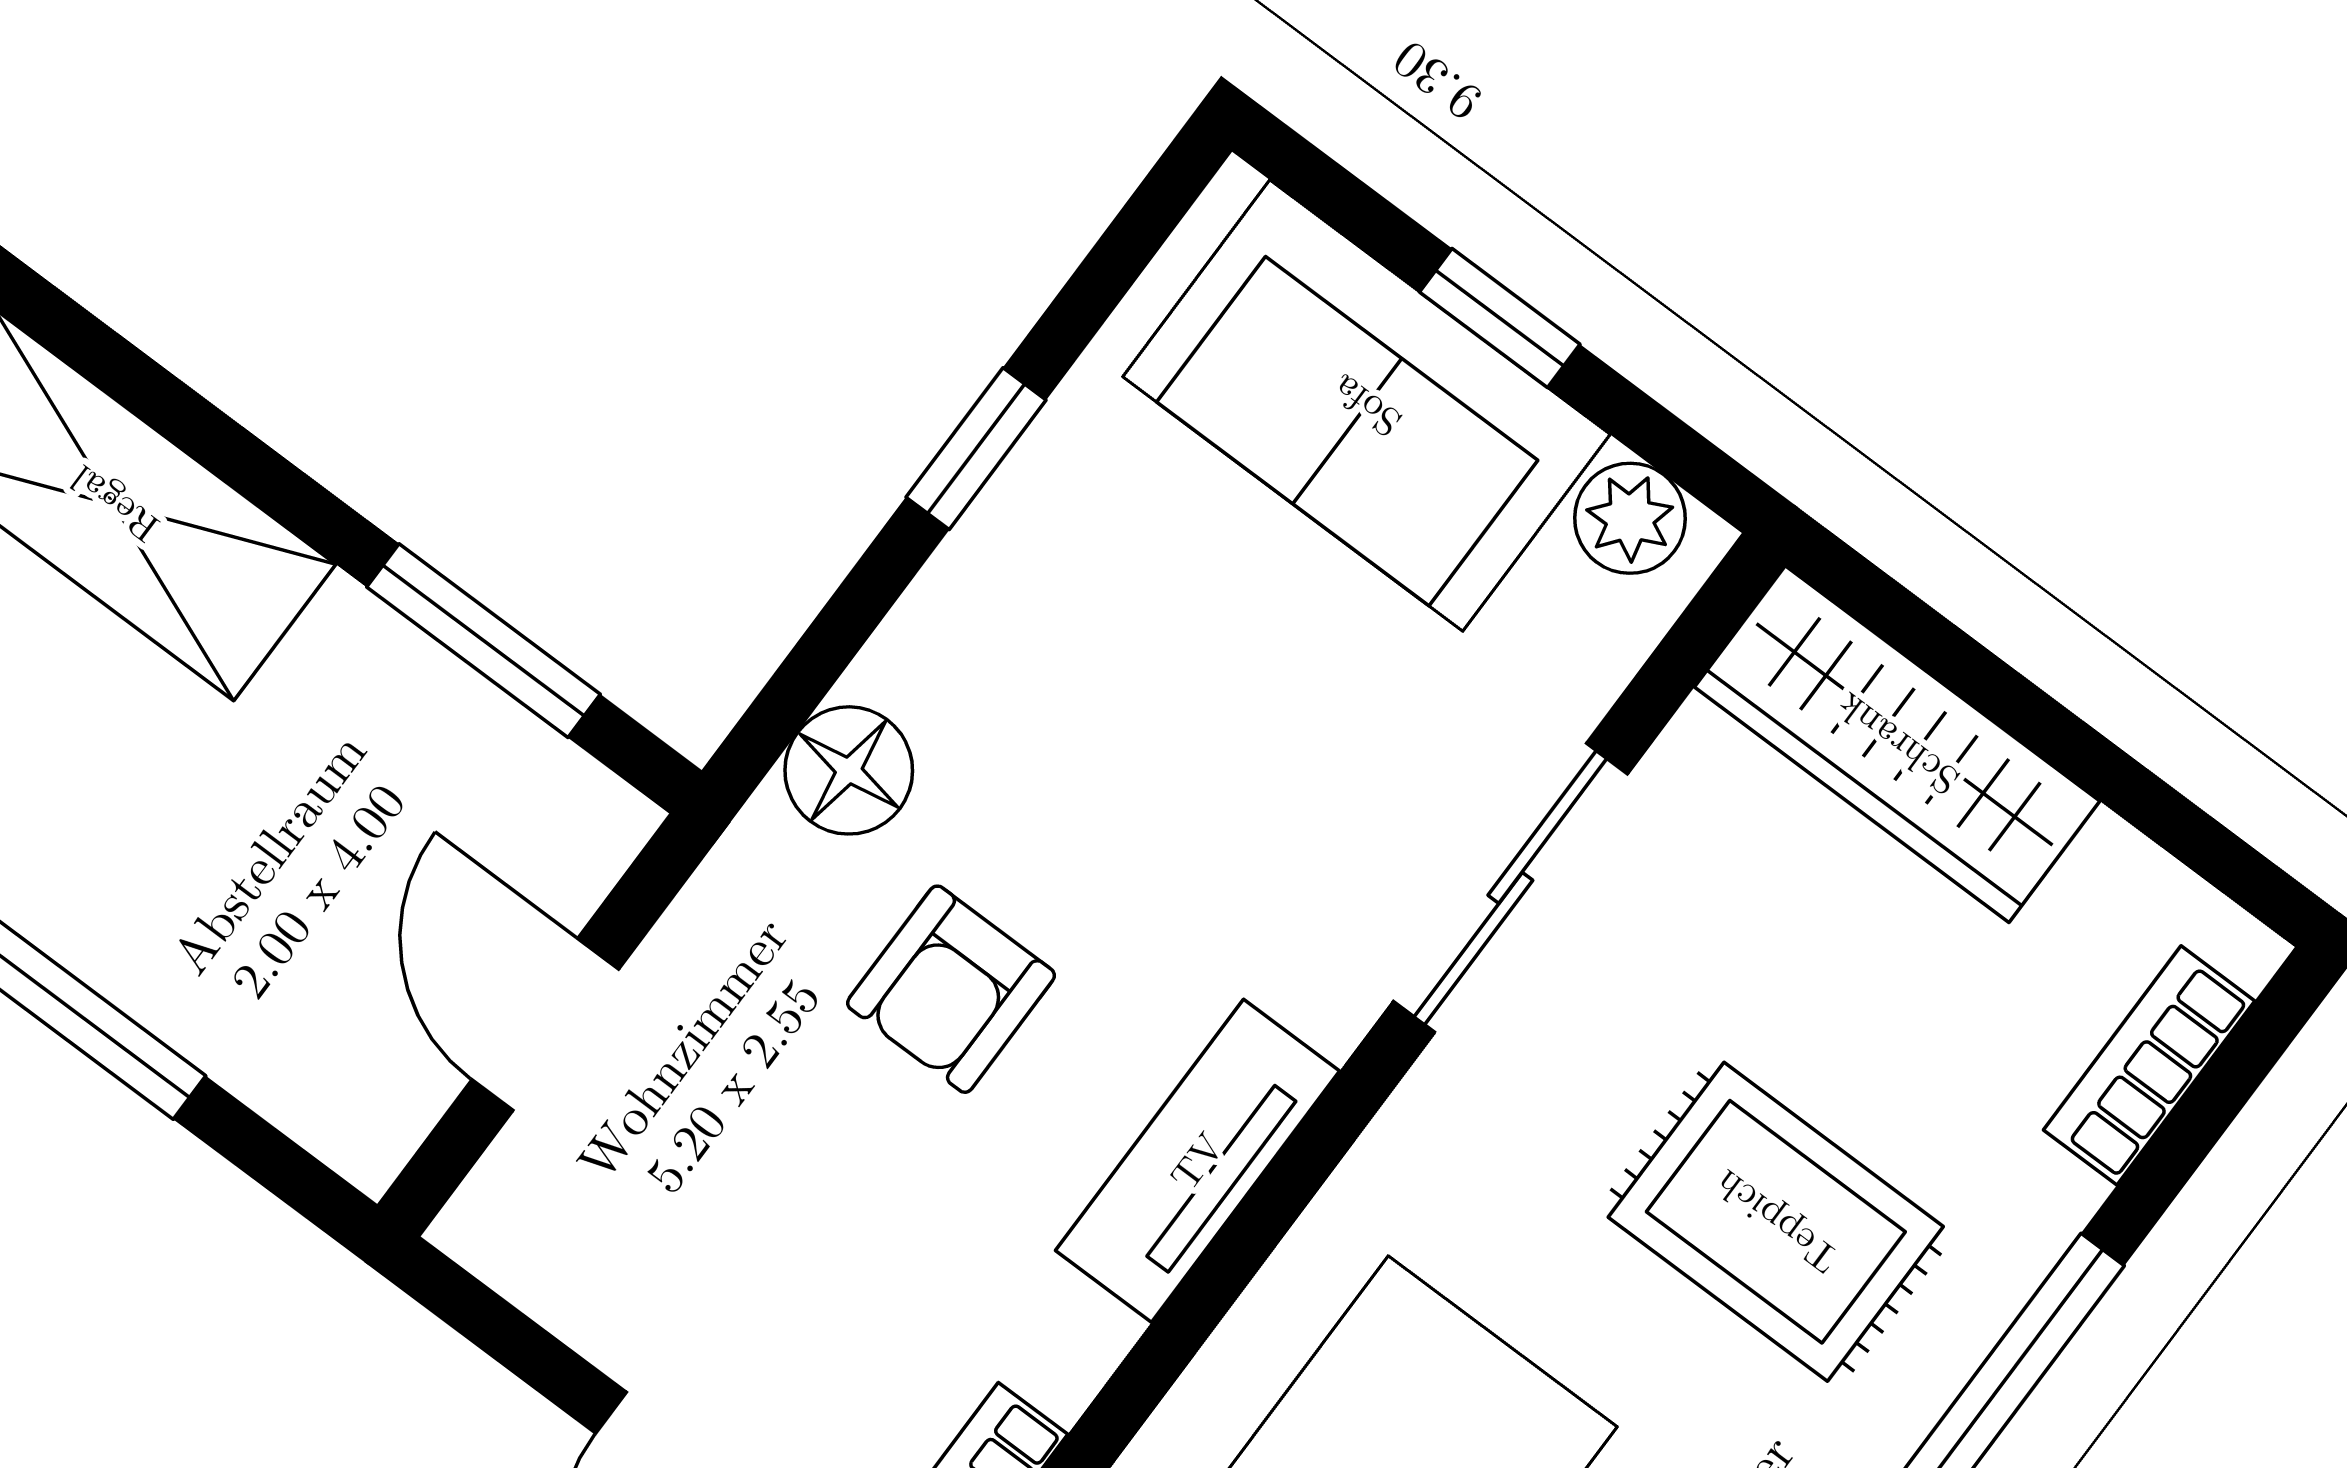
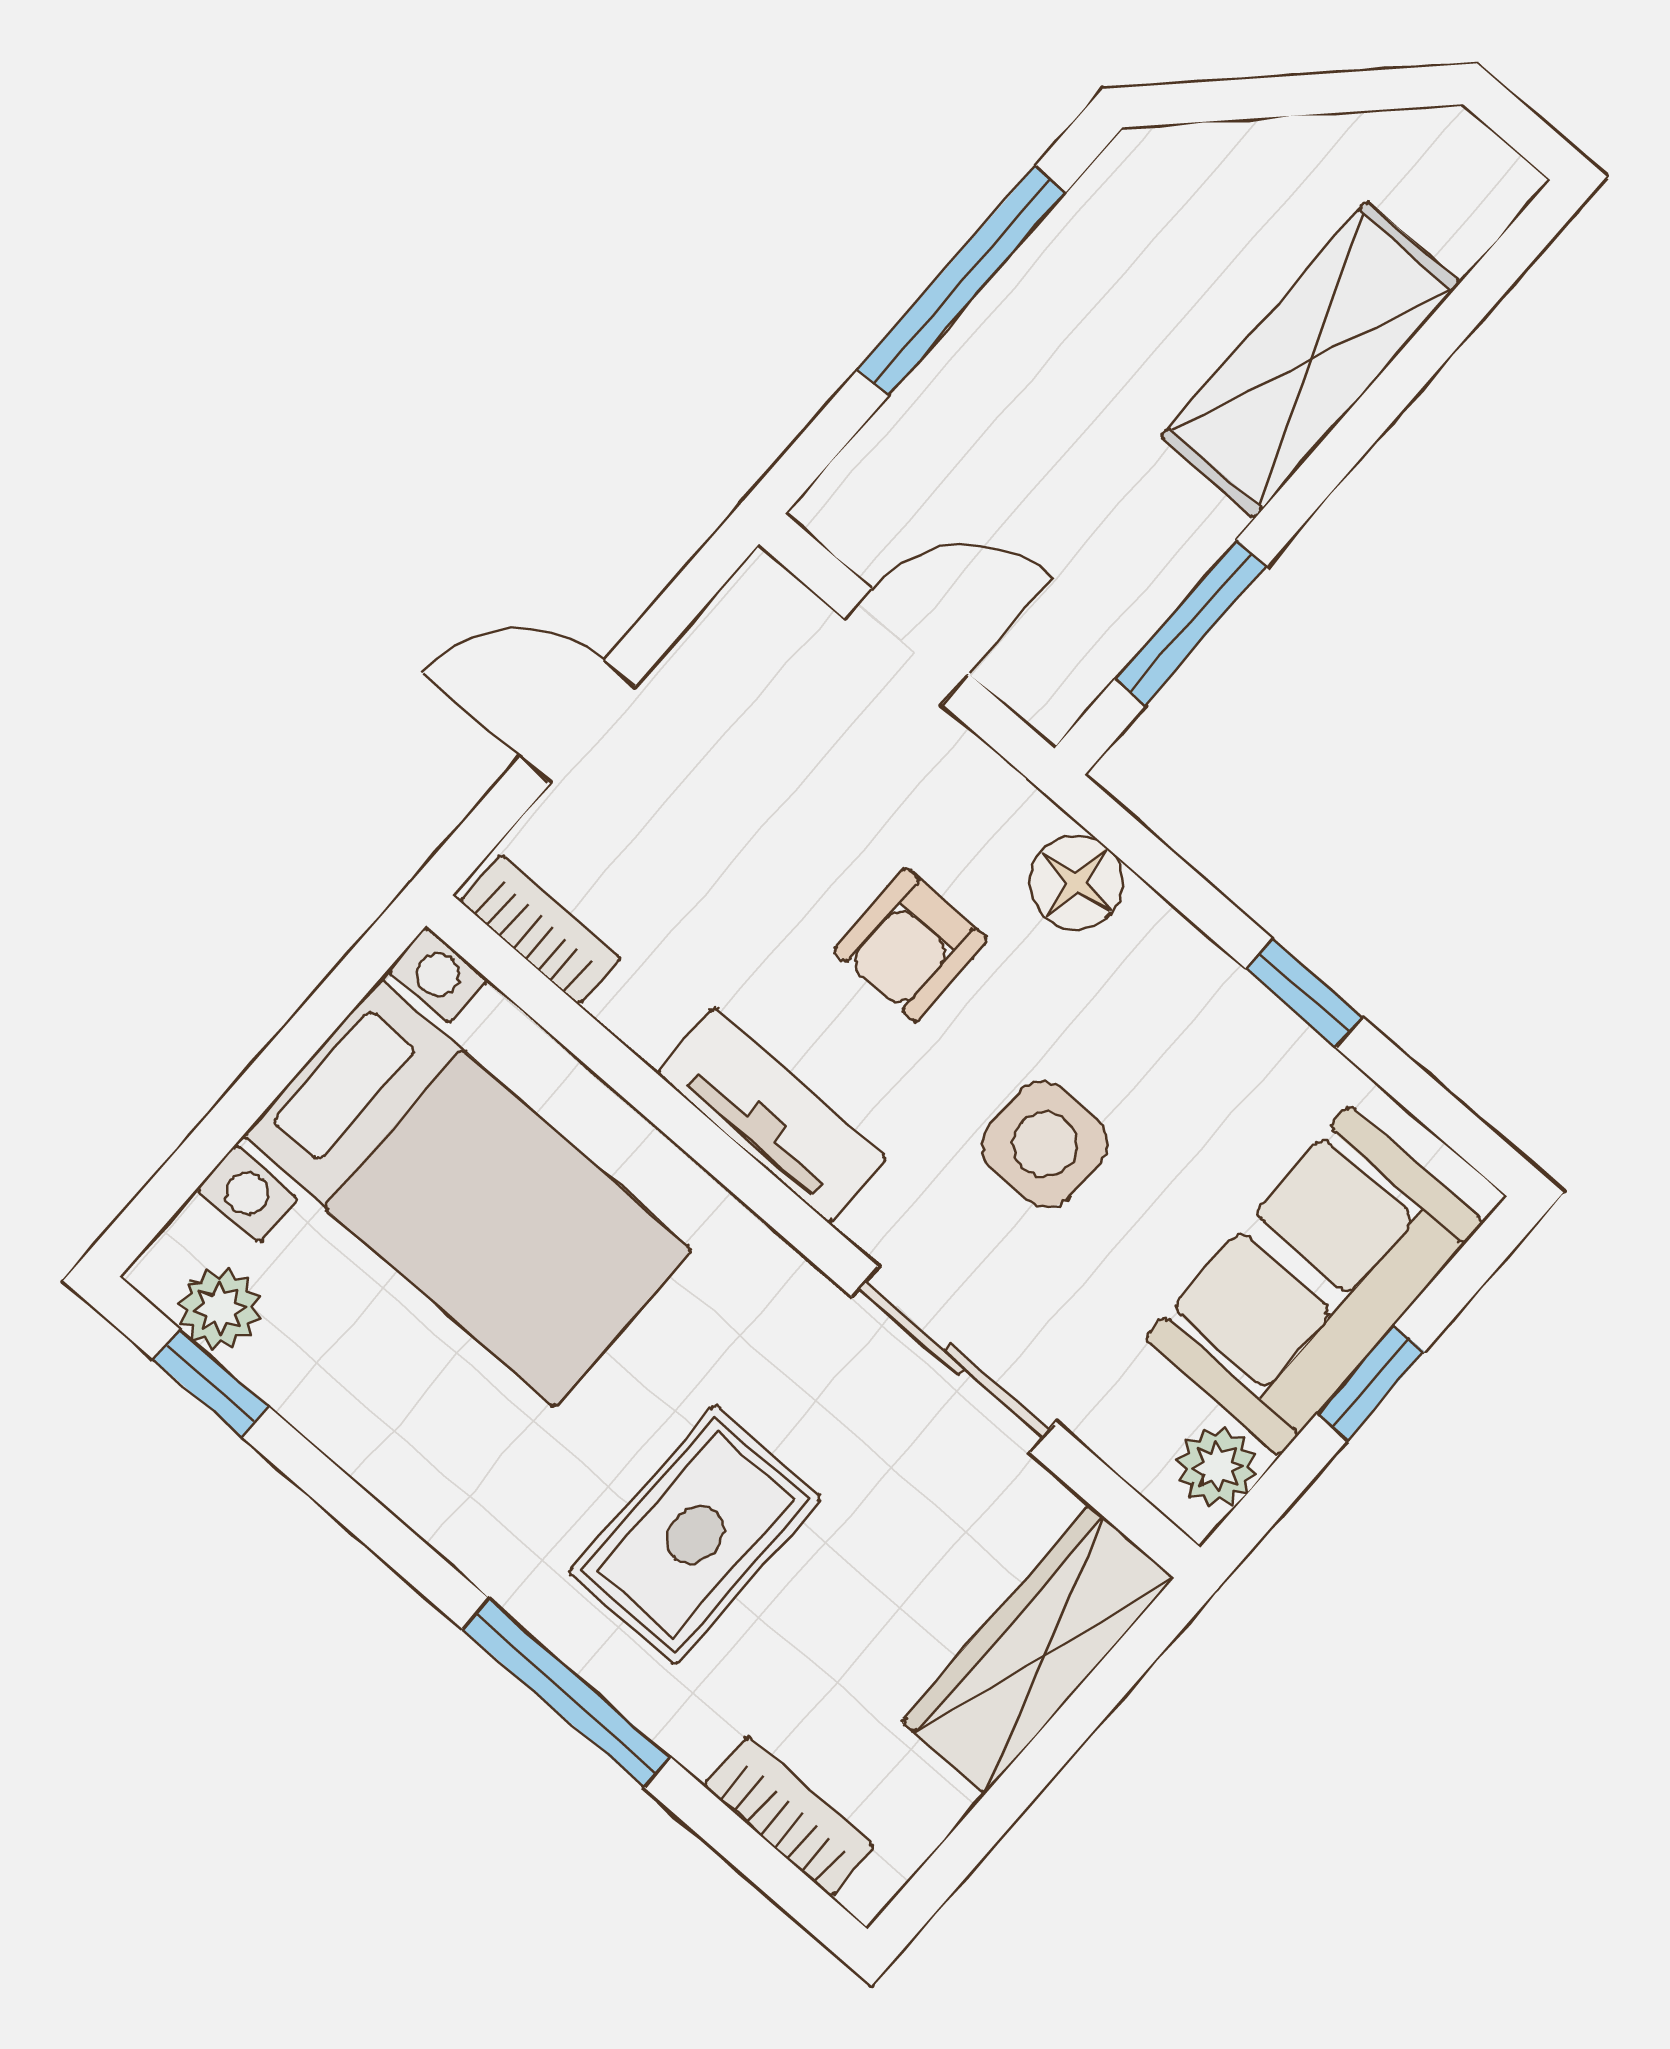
side table: (1209, 786) -> (1045, 1144), added
armchair: (951, 989) -> (911, 945), turned -90

